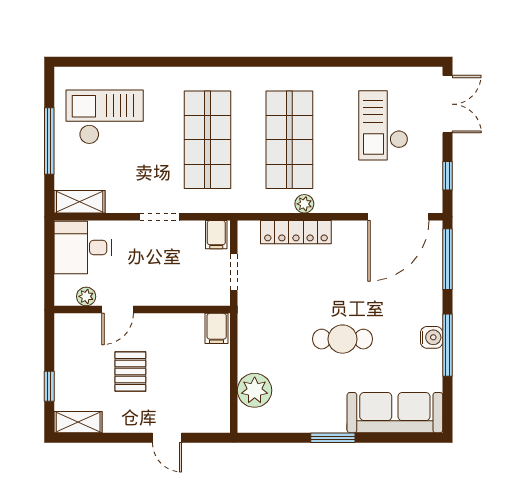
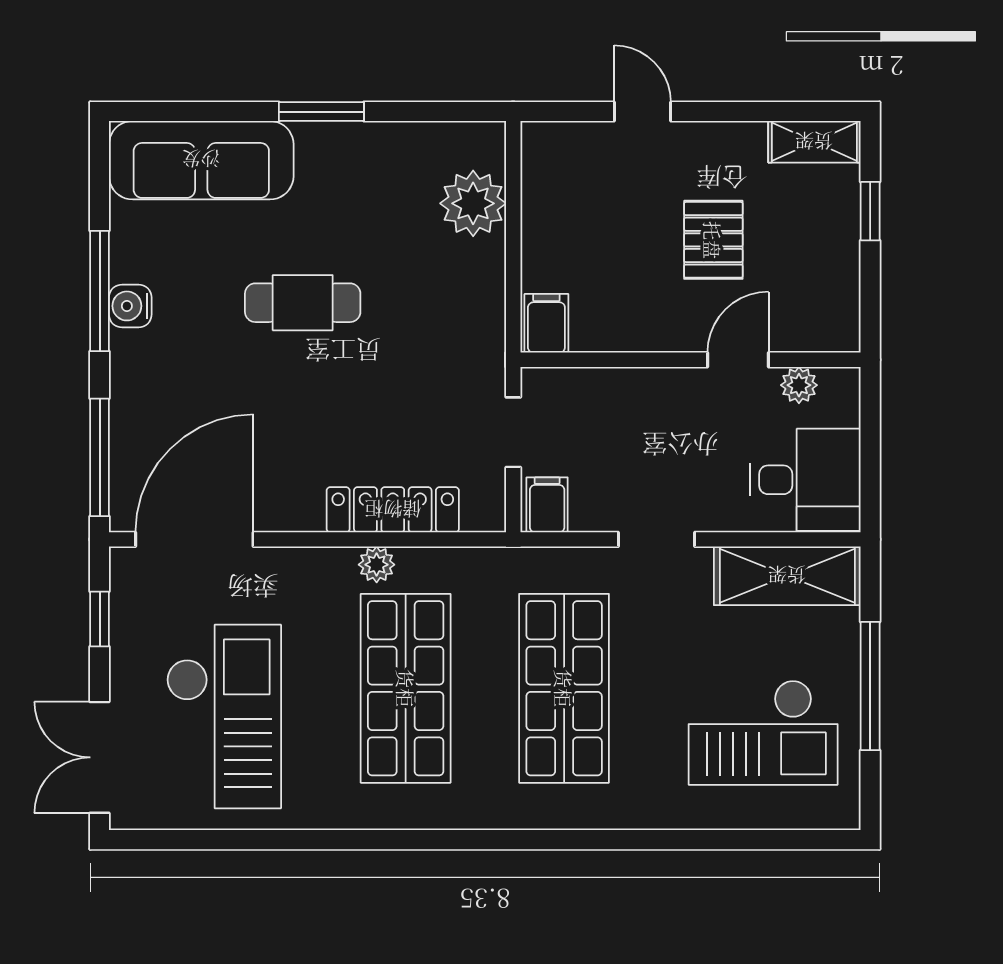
checkout: (383, 125) -> (224, 716), width x1.36, depth x1.21
shelving: (80, 202) -> (787, 576), width x1.50, depth x1.33

